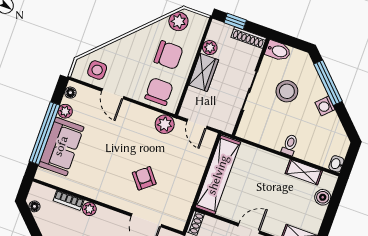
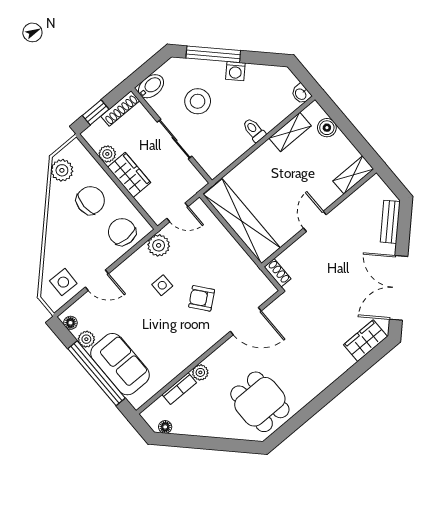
side table: (137, 144) -> (162, 285), added

